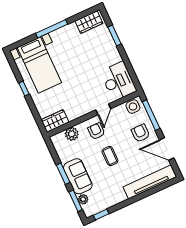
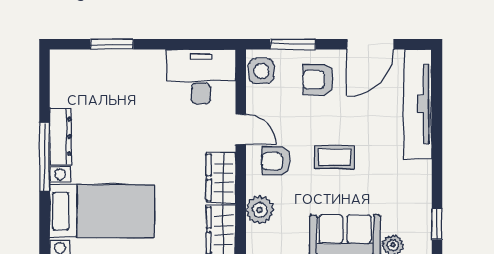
wardrobe: (89, 22) -> (221, 178), moved, turned 180
dresser: (64, 32) -> (61, 136), added
window: (151, 115) -> (293, 44), width x0.69

